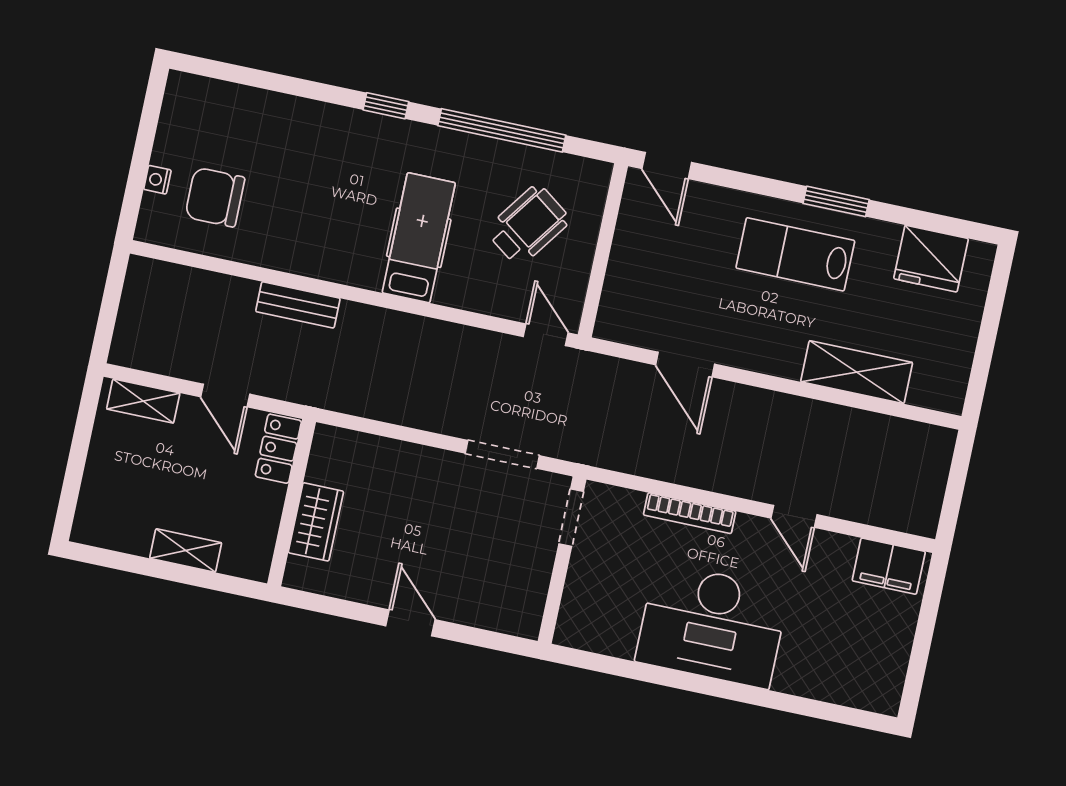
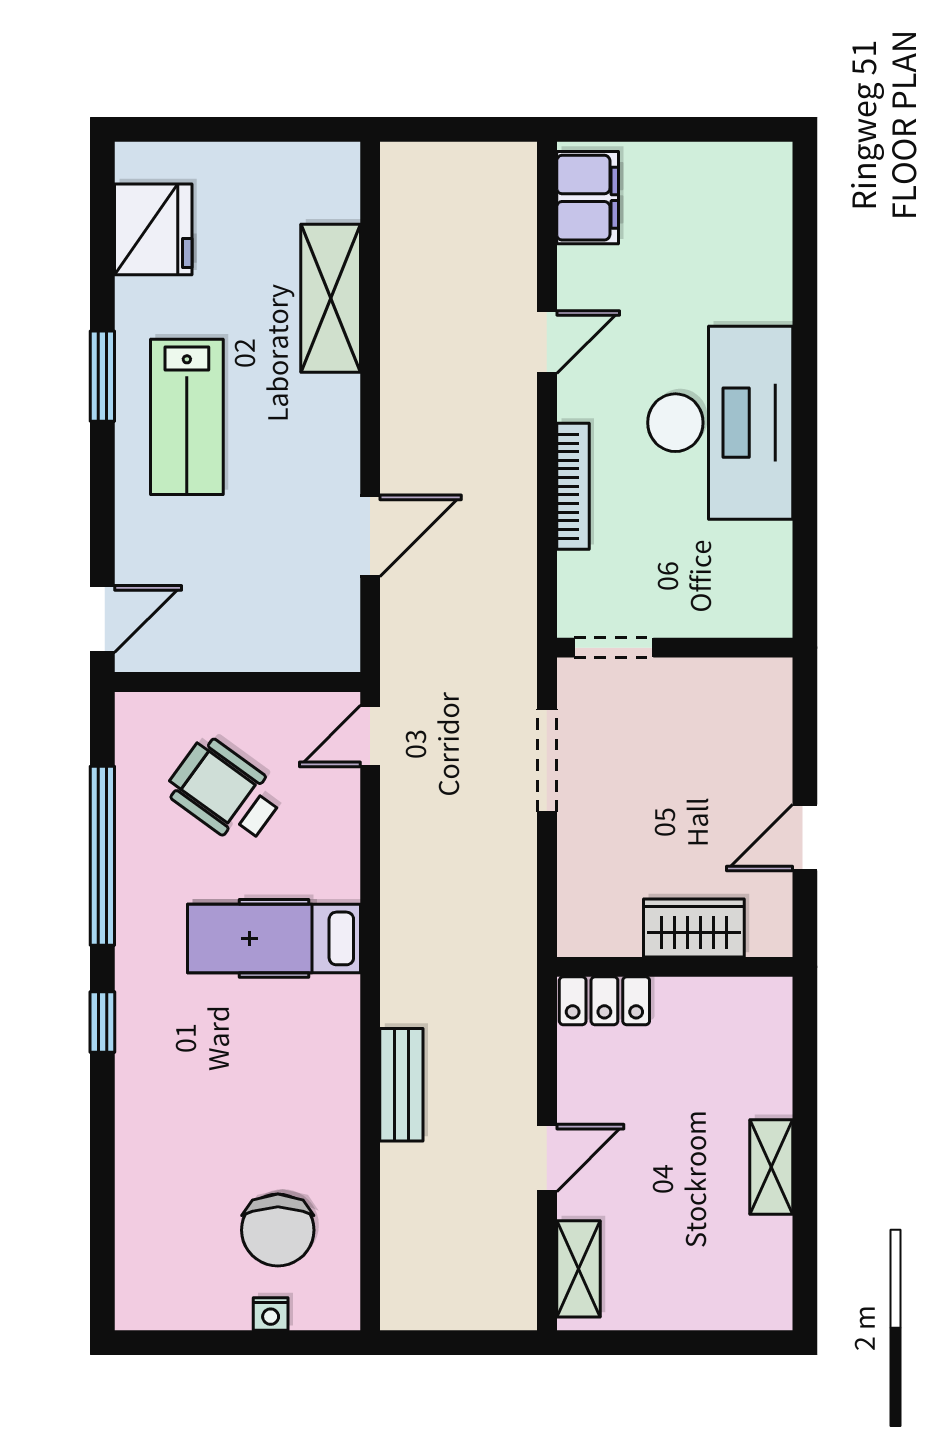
locker: (278, 449) -> (604, 1001), moved
wall: (292, 503) -> (675, 967), moved
wardrobe: (316, 522) -> (694, 928), moved

